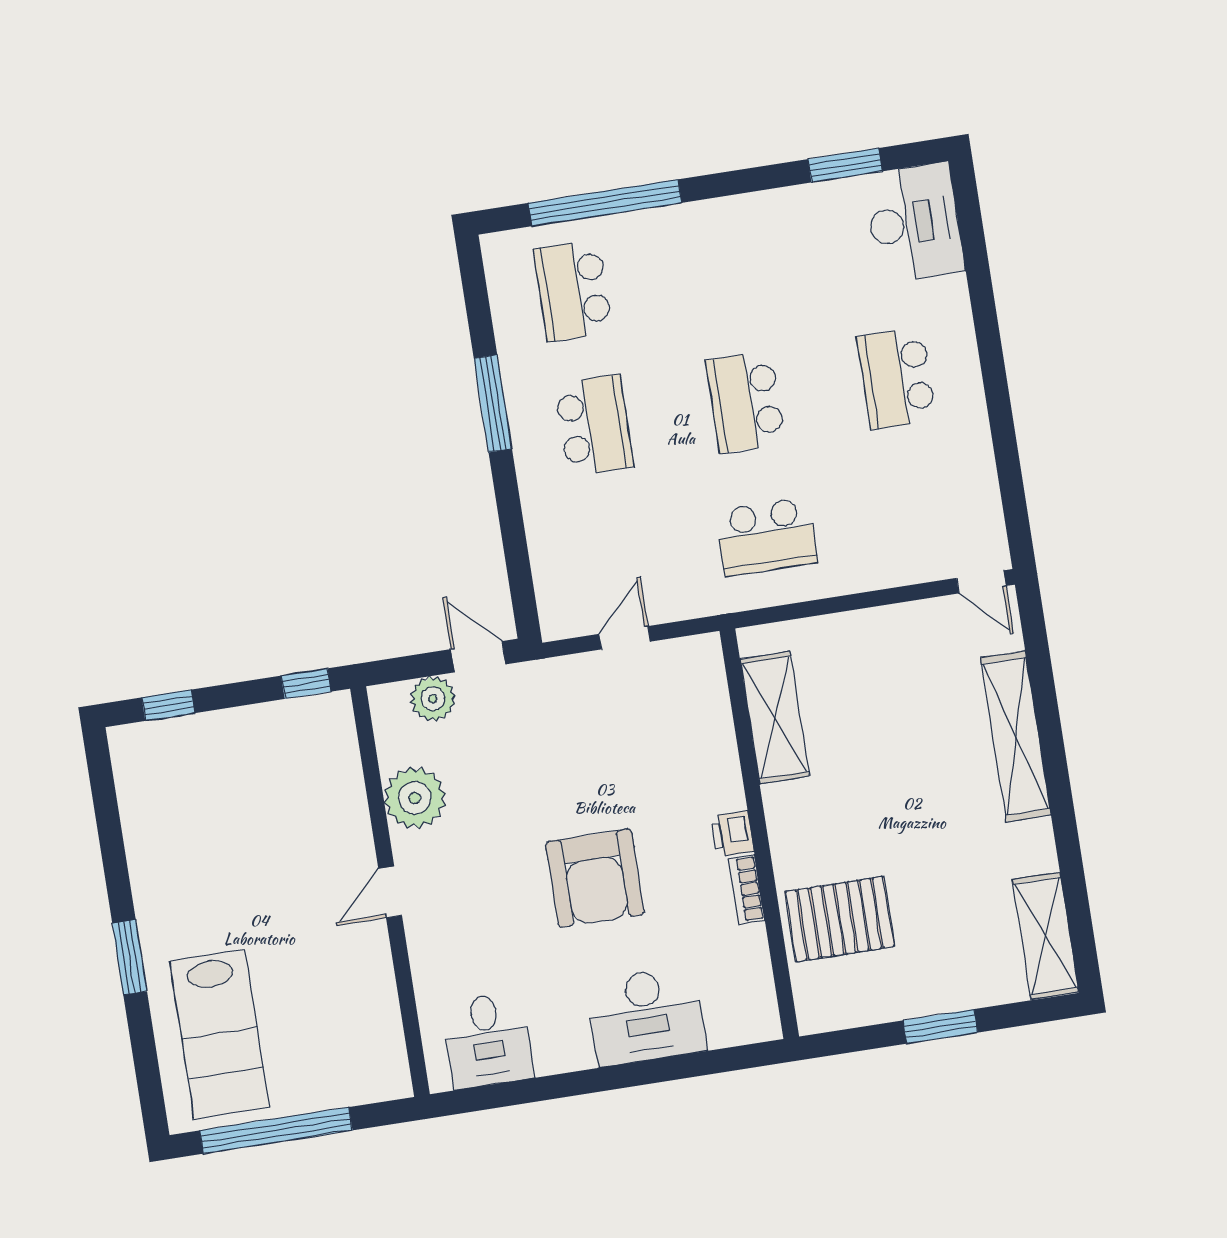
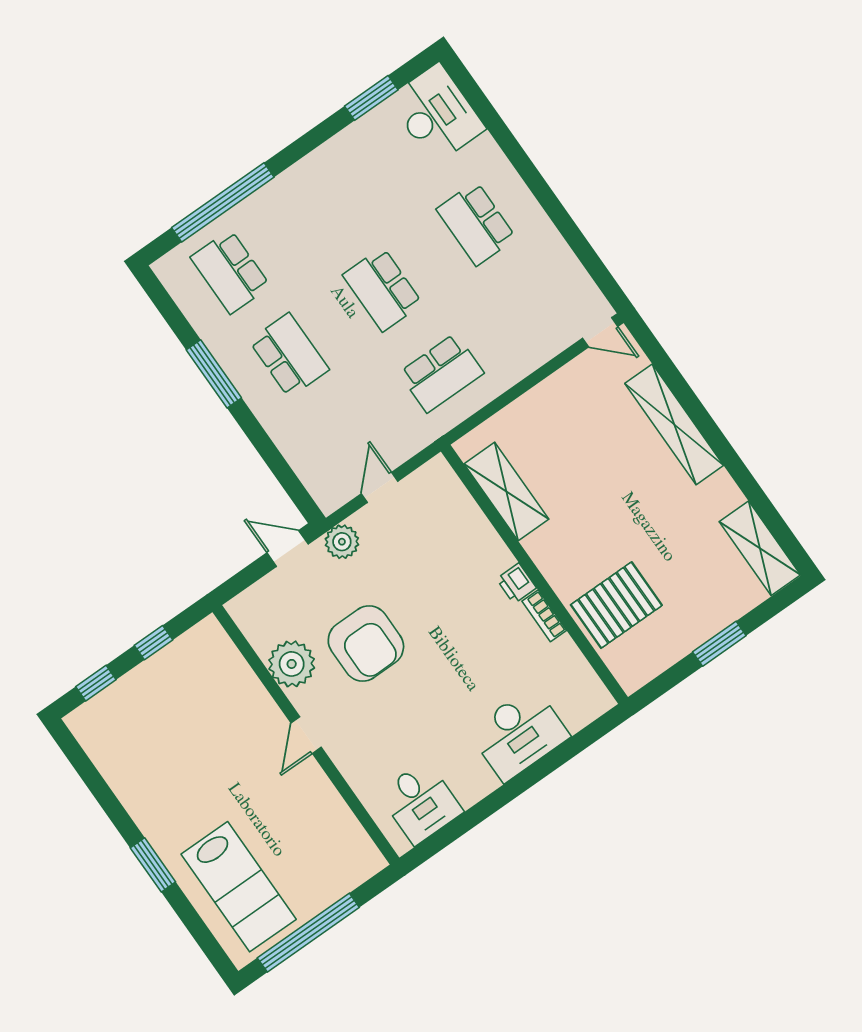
window: (306, 684) -> (153, 643), moved
plant: (433, 699) -> (342, 542), moved
armchair: (595, 878) -> (366, 643), moved

